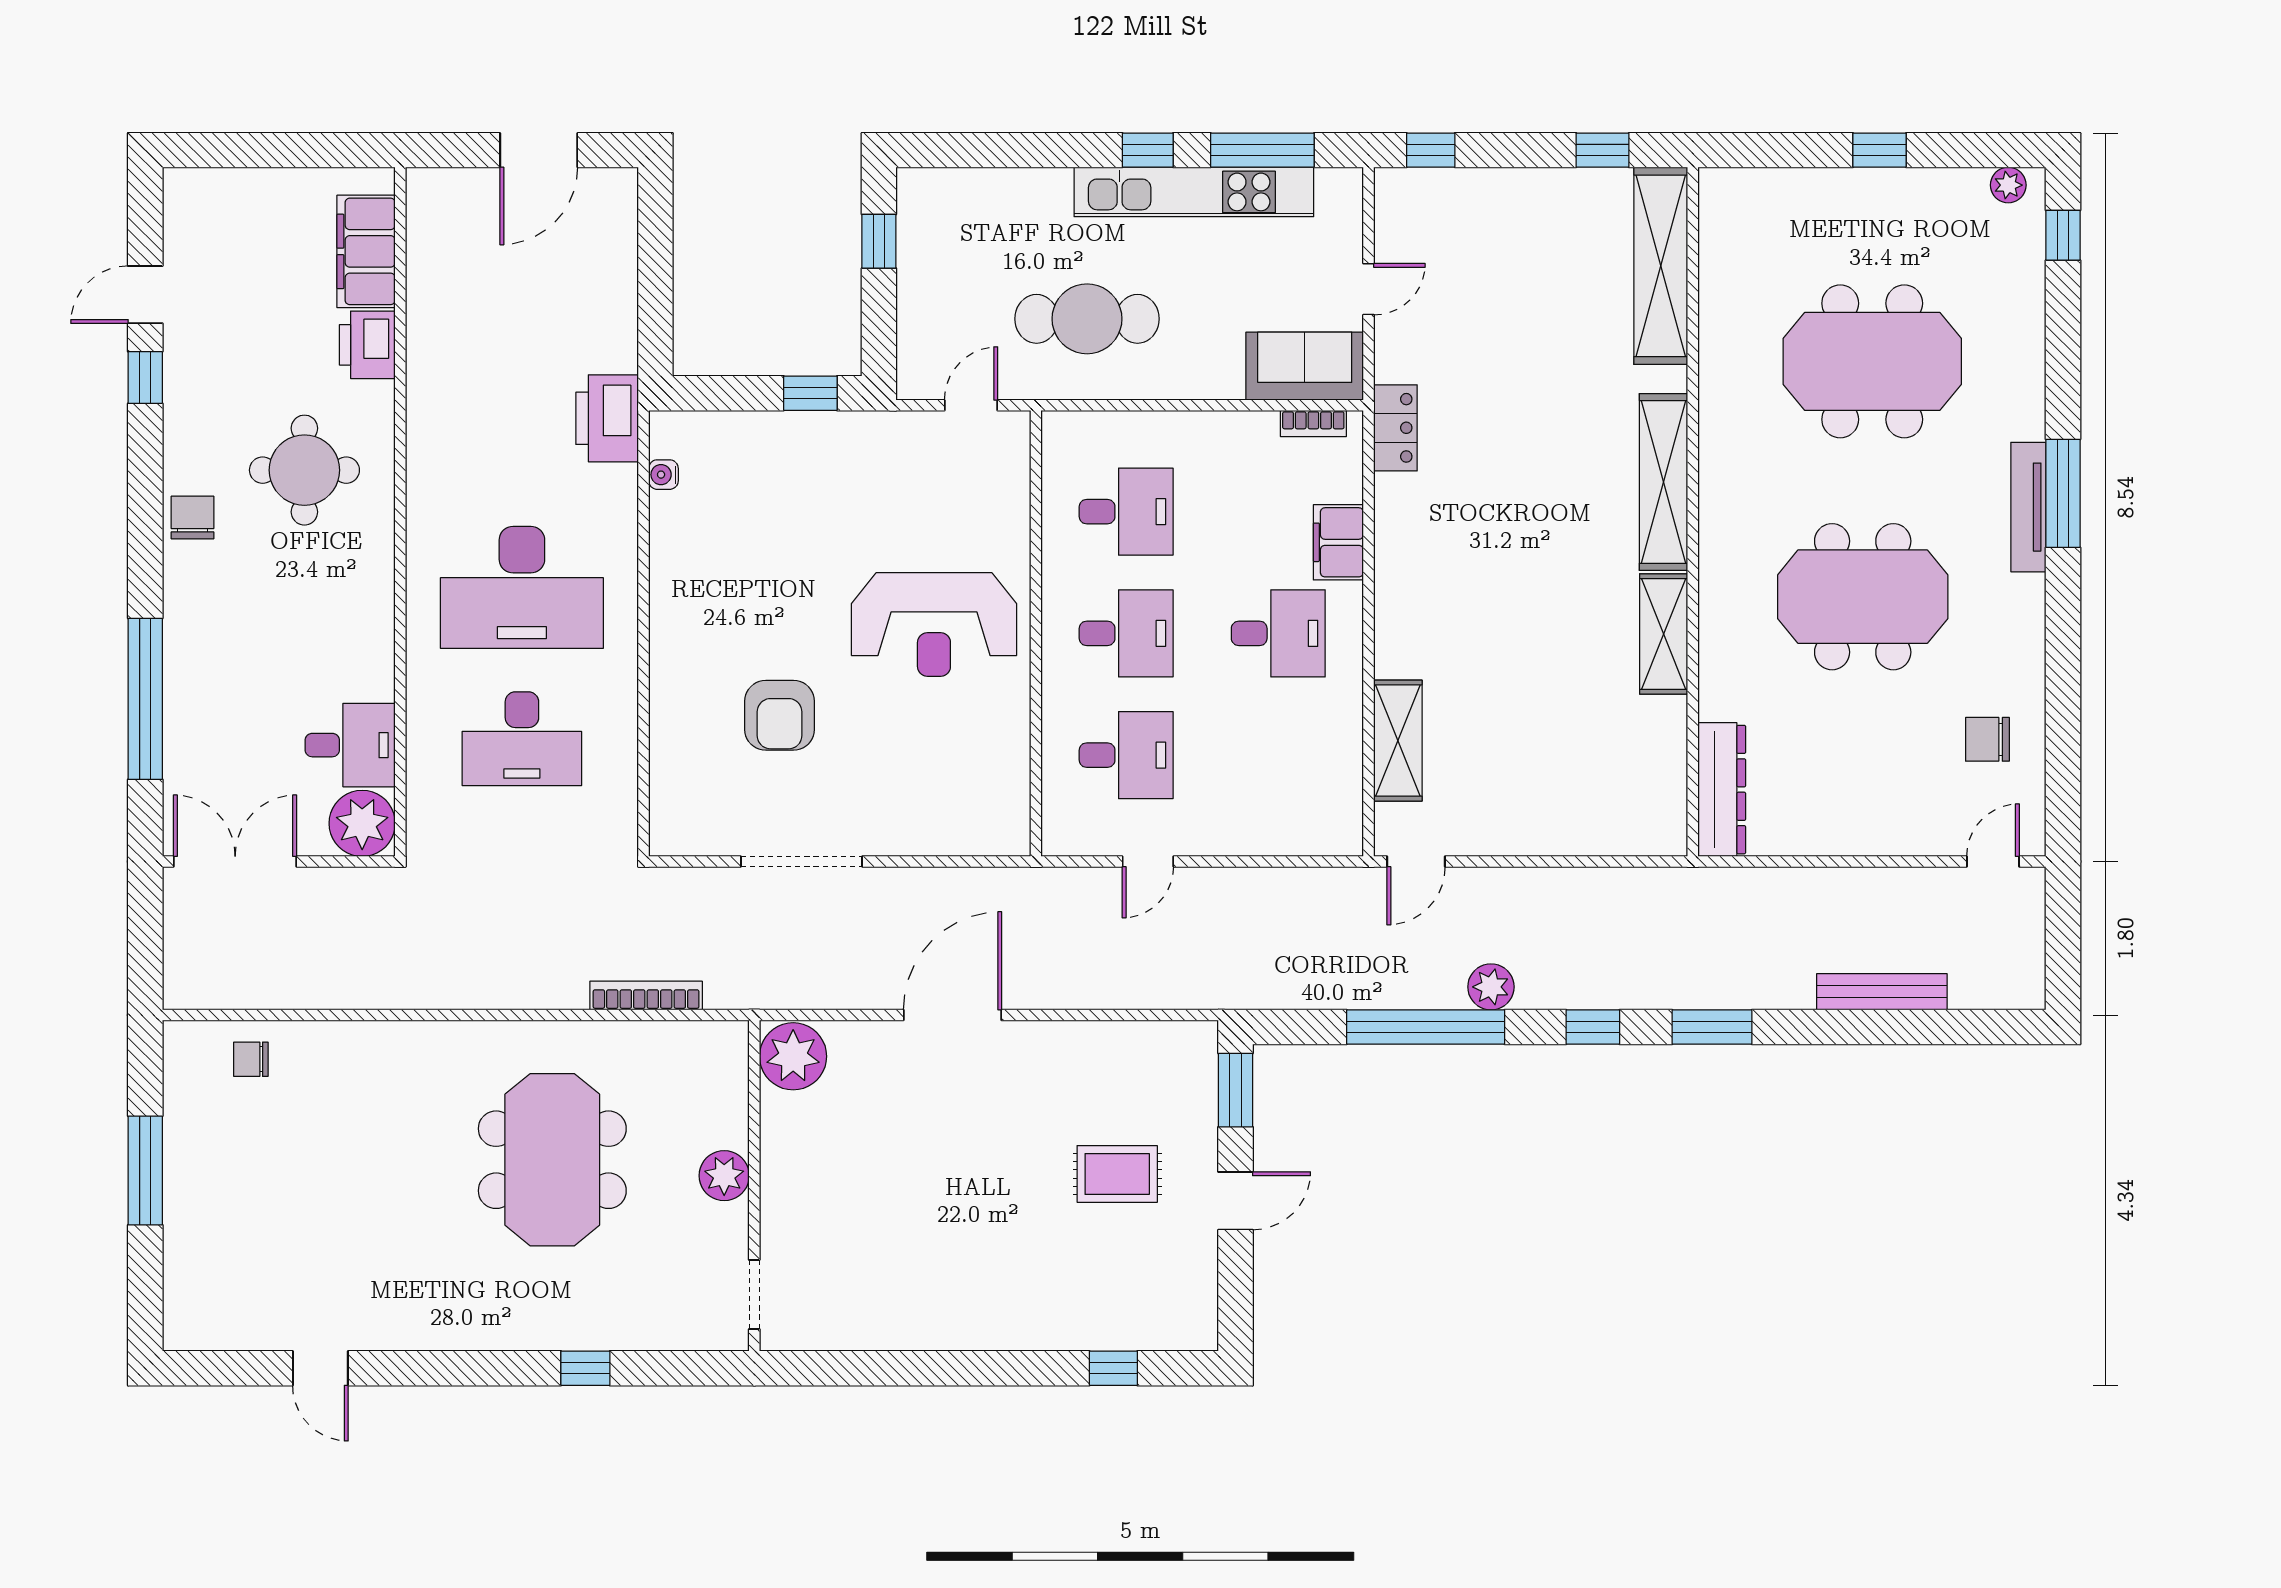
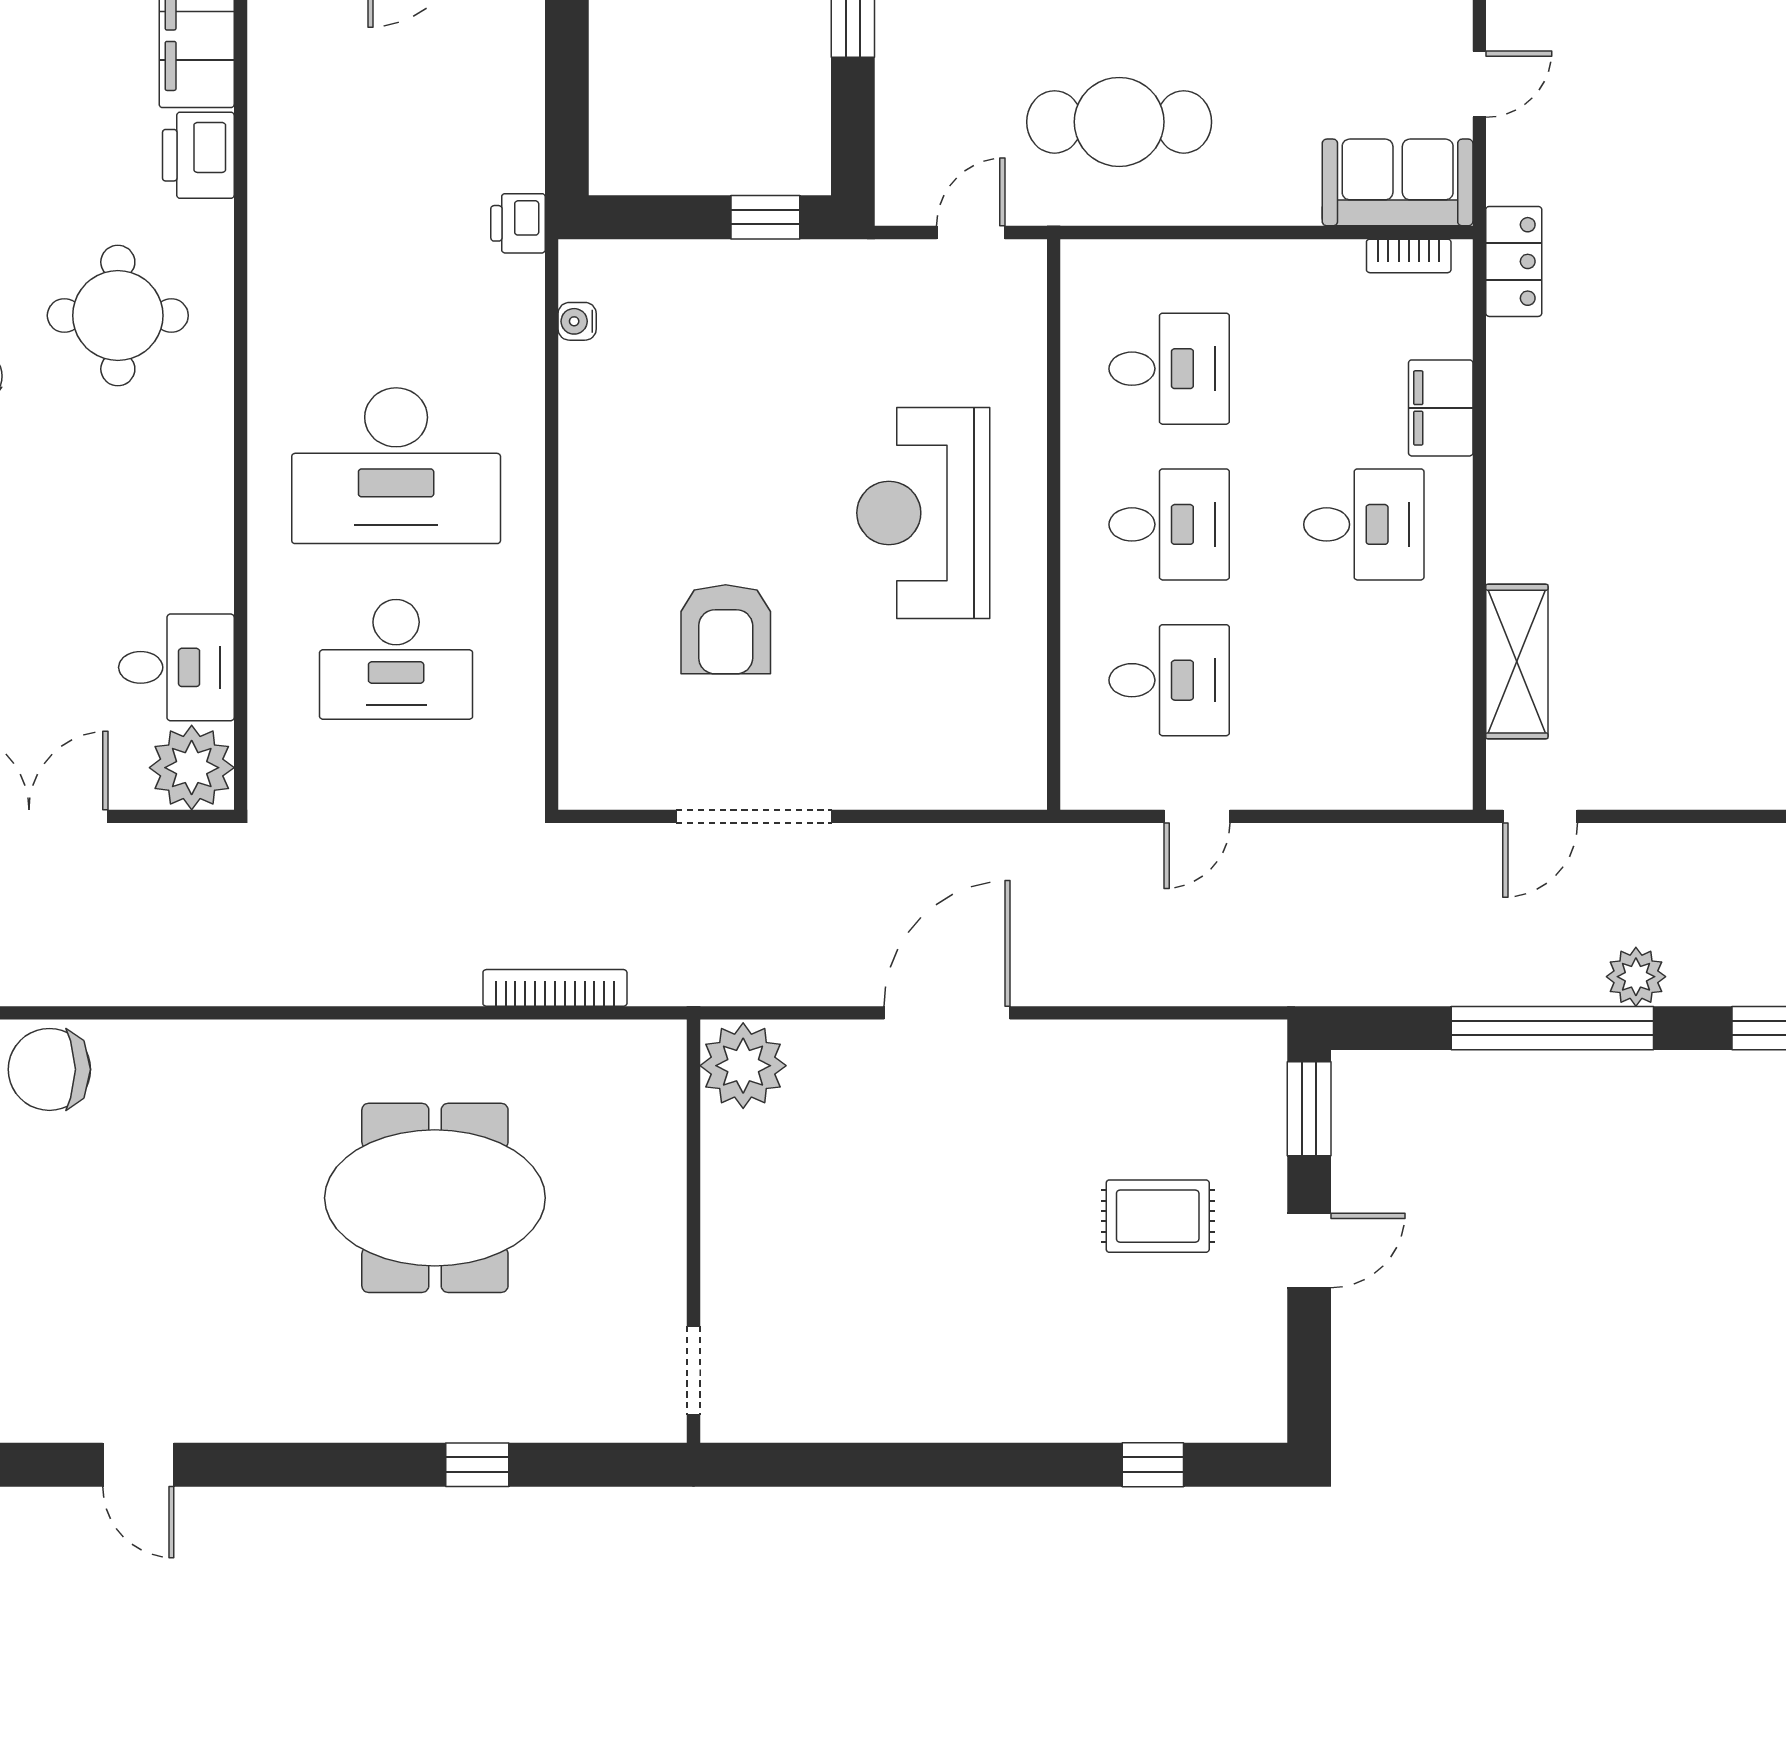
printer: (607, 418) -> (518, 223), width x0.53, depth x0.68
reception desk: (934, 624) -> (923, 513), turned 90
chair: (251, 1059) -> (49, 1069), width x1.87, depth x1.87
meeting table: (552, 1160) -> (435, 1198), turned 90
plant: (724, 1176) -> (655, 1218), removed

